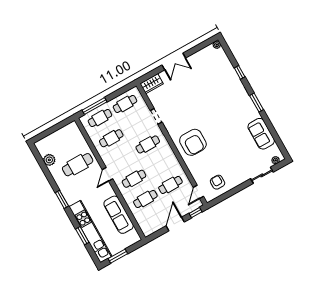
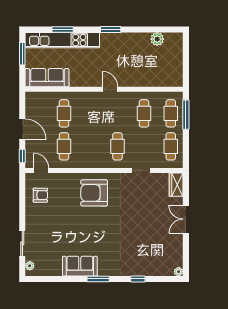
sofa: (261, 134) -> (80, 266), moved
cafe table: (78, 165) -> (137, 65), removed
cafe table: (134, 179) -> (91, 113), removed
sofa: (119, 215) -> (47, 78), moved

